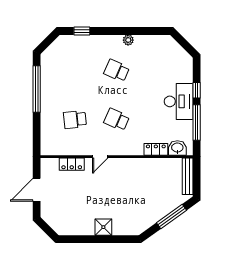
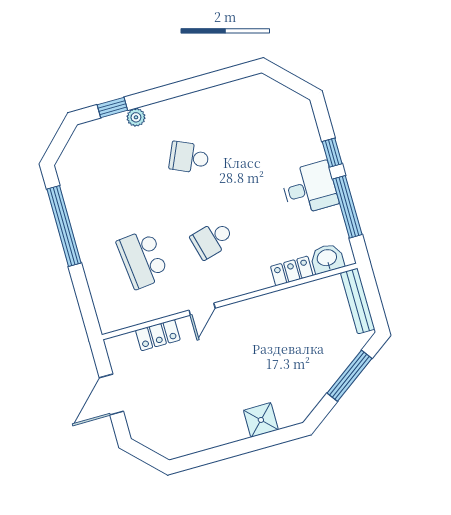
plant: (128, 40) -> (136, 117), moved
desk: (179, 101) -> (310, 188), width x0.73
school desk: (75, 120) -> (142, 259), width x1.85
school desk: (117, 120) -> (212, 239), turned -39
shower: (103, 227) -> (261, 420), moved

